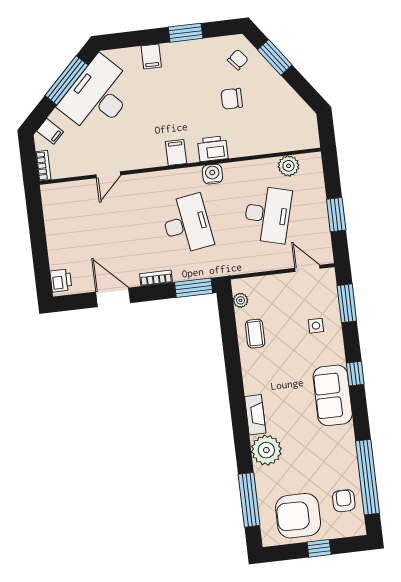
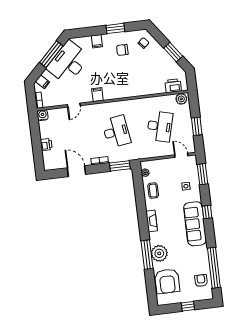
window: (275, 57) -> (173, 52), moved
chair: (232, 99) -> (122, 50), moved
printer: (213, 149) -> (173, 86), moved
filing cabinet: (176, 152) -> (97, 95), moved
plant: (288, 166) -> (181, 99), moved
water cooler: (212, 174) -> (43, 115), moved
printer: (61, 280) -> (46, 145), moved
sofa: (333, 395) -> (195, 224), width x1.36
fireplace: (255, 415) -> (152, 221), moved
window: (249, 500) -> (147, 255), moved
armchair: (298, 516) -> (167, 281), moved, turned -90

